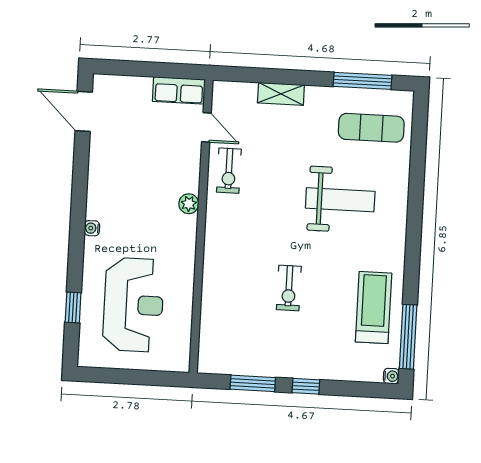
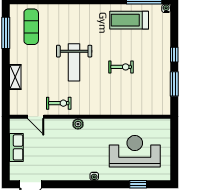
row of seats: (179, 90) -> (16, 147), moved
door: (206, 127) -> (36, 117), swing flipped
weight bench: (340, 200) -> (74, 62), moved, turned 180

